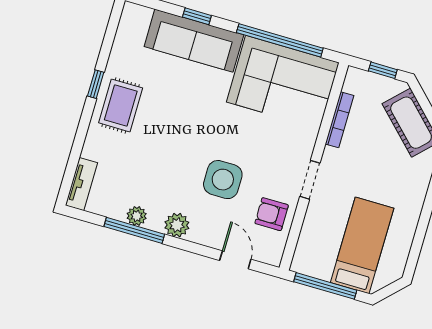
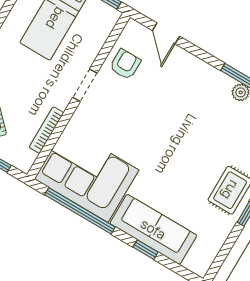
side table: (223, 180) -> (159, 105), removed
armchair: (272, 214) -> (125, 64), turned -90
plant: (177, 225) -> (208, 76), removed

